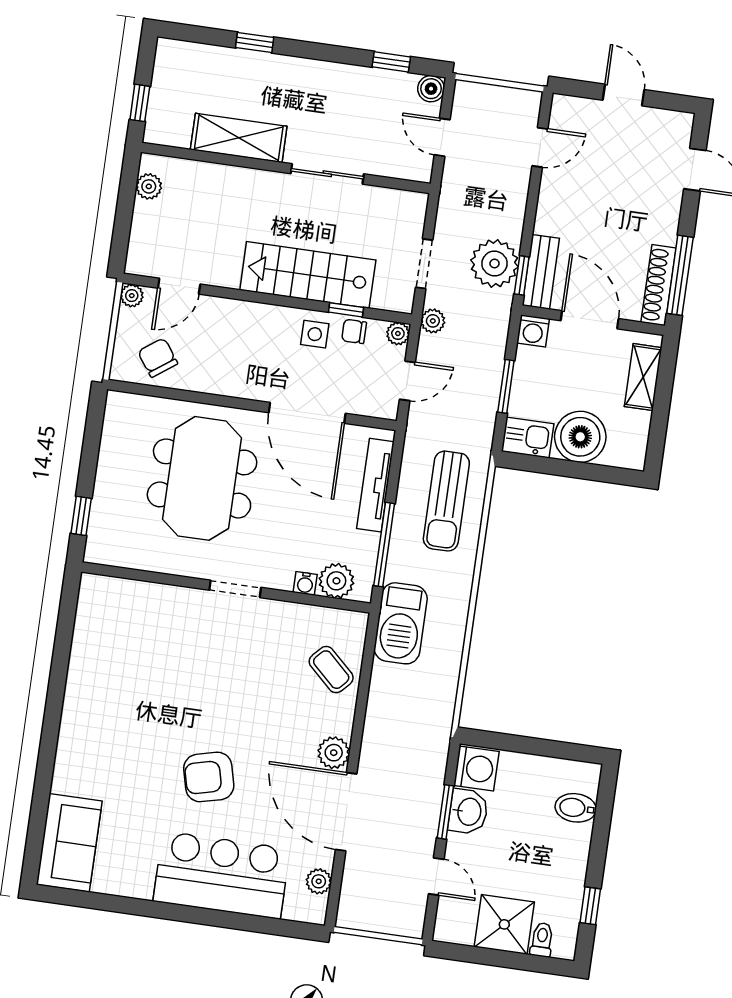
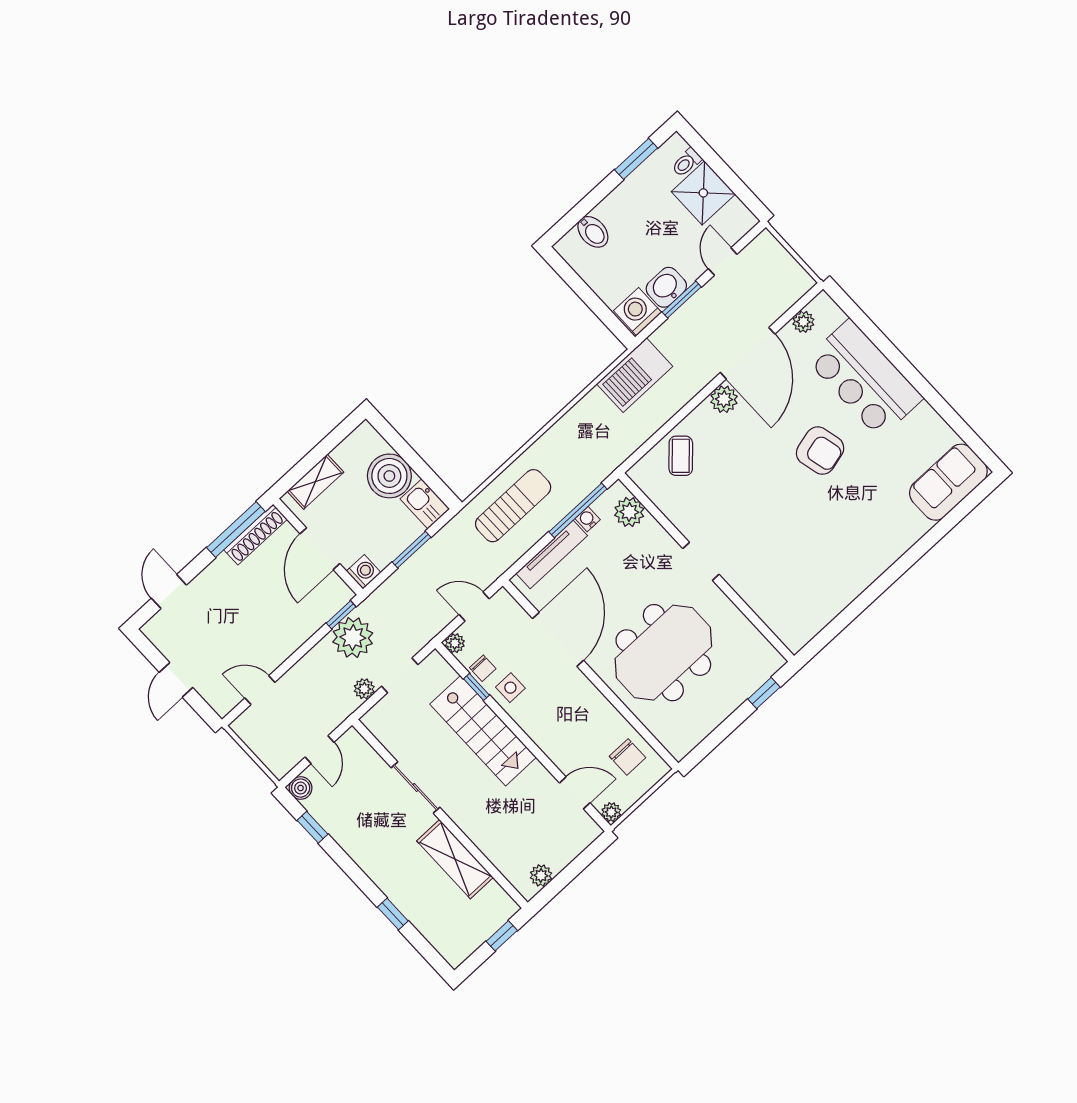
bench: (541, 272) -> (327, 607), removed
plant: (433, 321) -> (364, 689), moved
chair: (158, 358) -> (627, 757), turned -54
water cooler: (305, 583) -> (588, 519), moved, turned -90
barbecue: (401, 623) -> (635, 375), moved, turned 180
window: (590, 906) -> (636, 159), width x1.50

